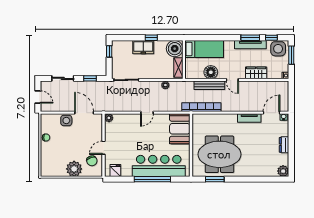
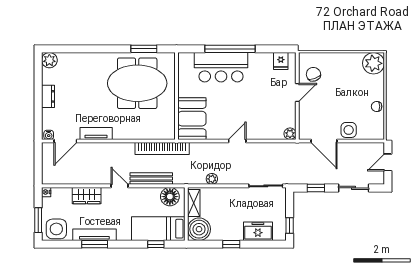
window: (271, 38) -> (156, 244), moved
freezer: (143, 47) -> (258, 231), moved
floor lamp: (211, 72) -> (170, 197), moved
door: (38, 97) -> (388, 162), hinge flipped
bar counter: (159, 166) -> (221, 67), width x0.73
plant: (74, 169) -> (373, 63), moved

